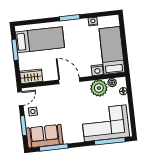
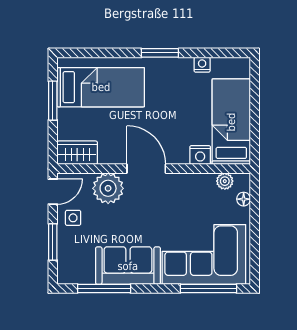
plant: (99, 88) -> (108, 188), moved
sofa: (45, 136) -> (128, 266), moved

